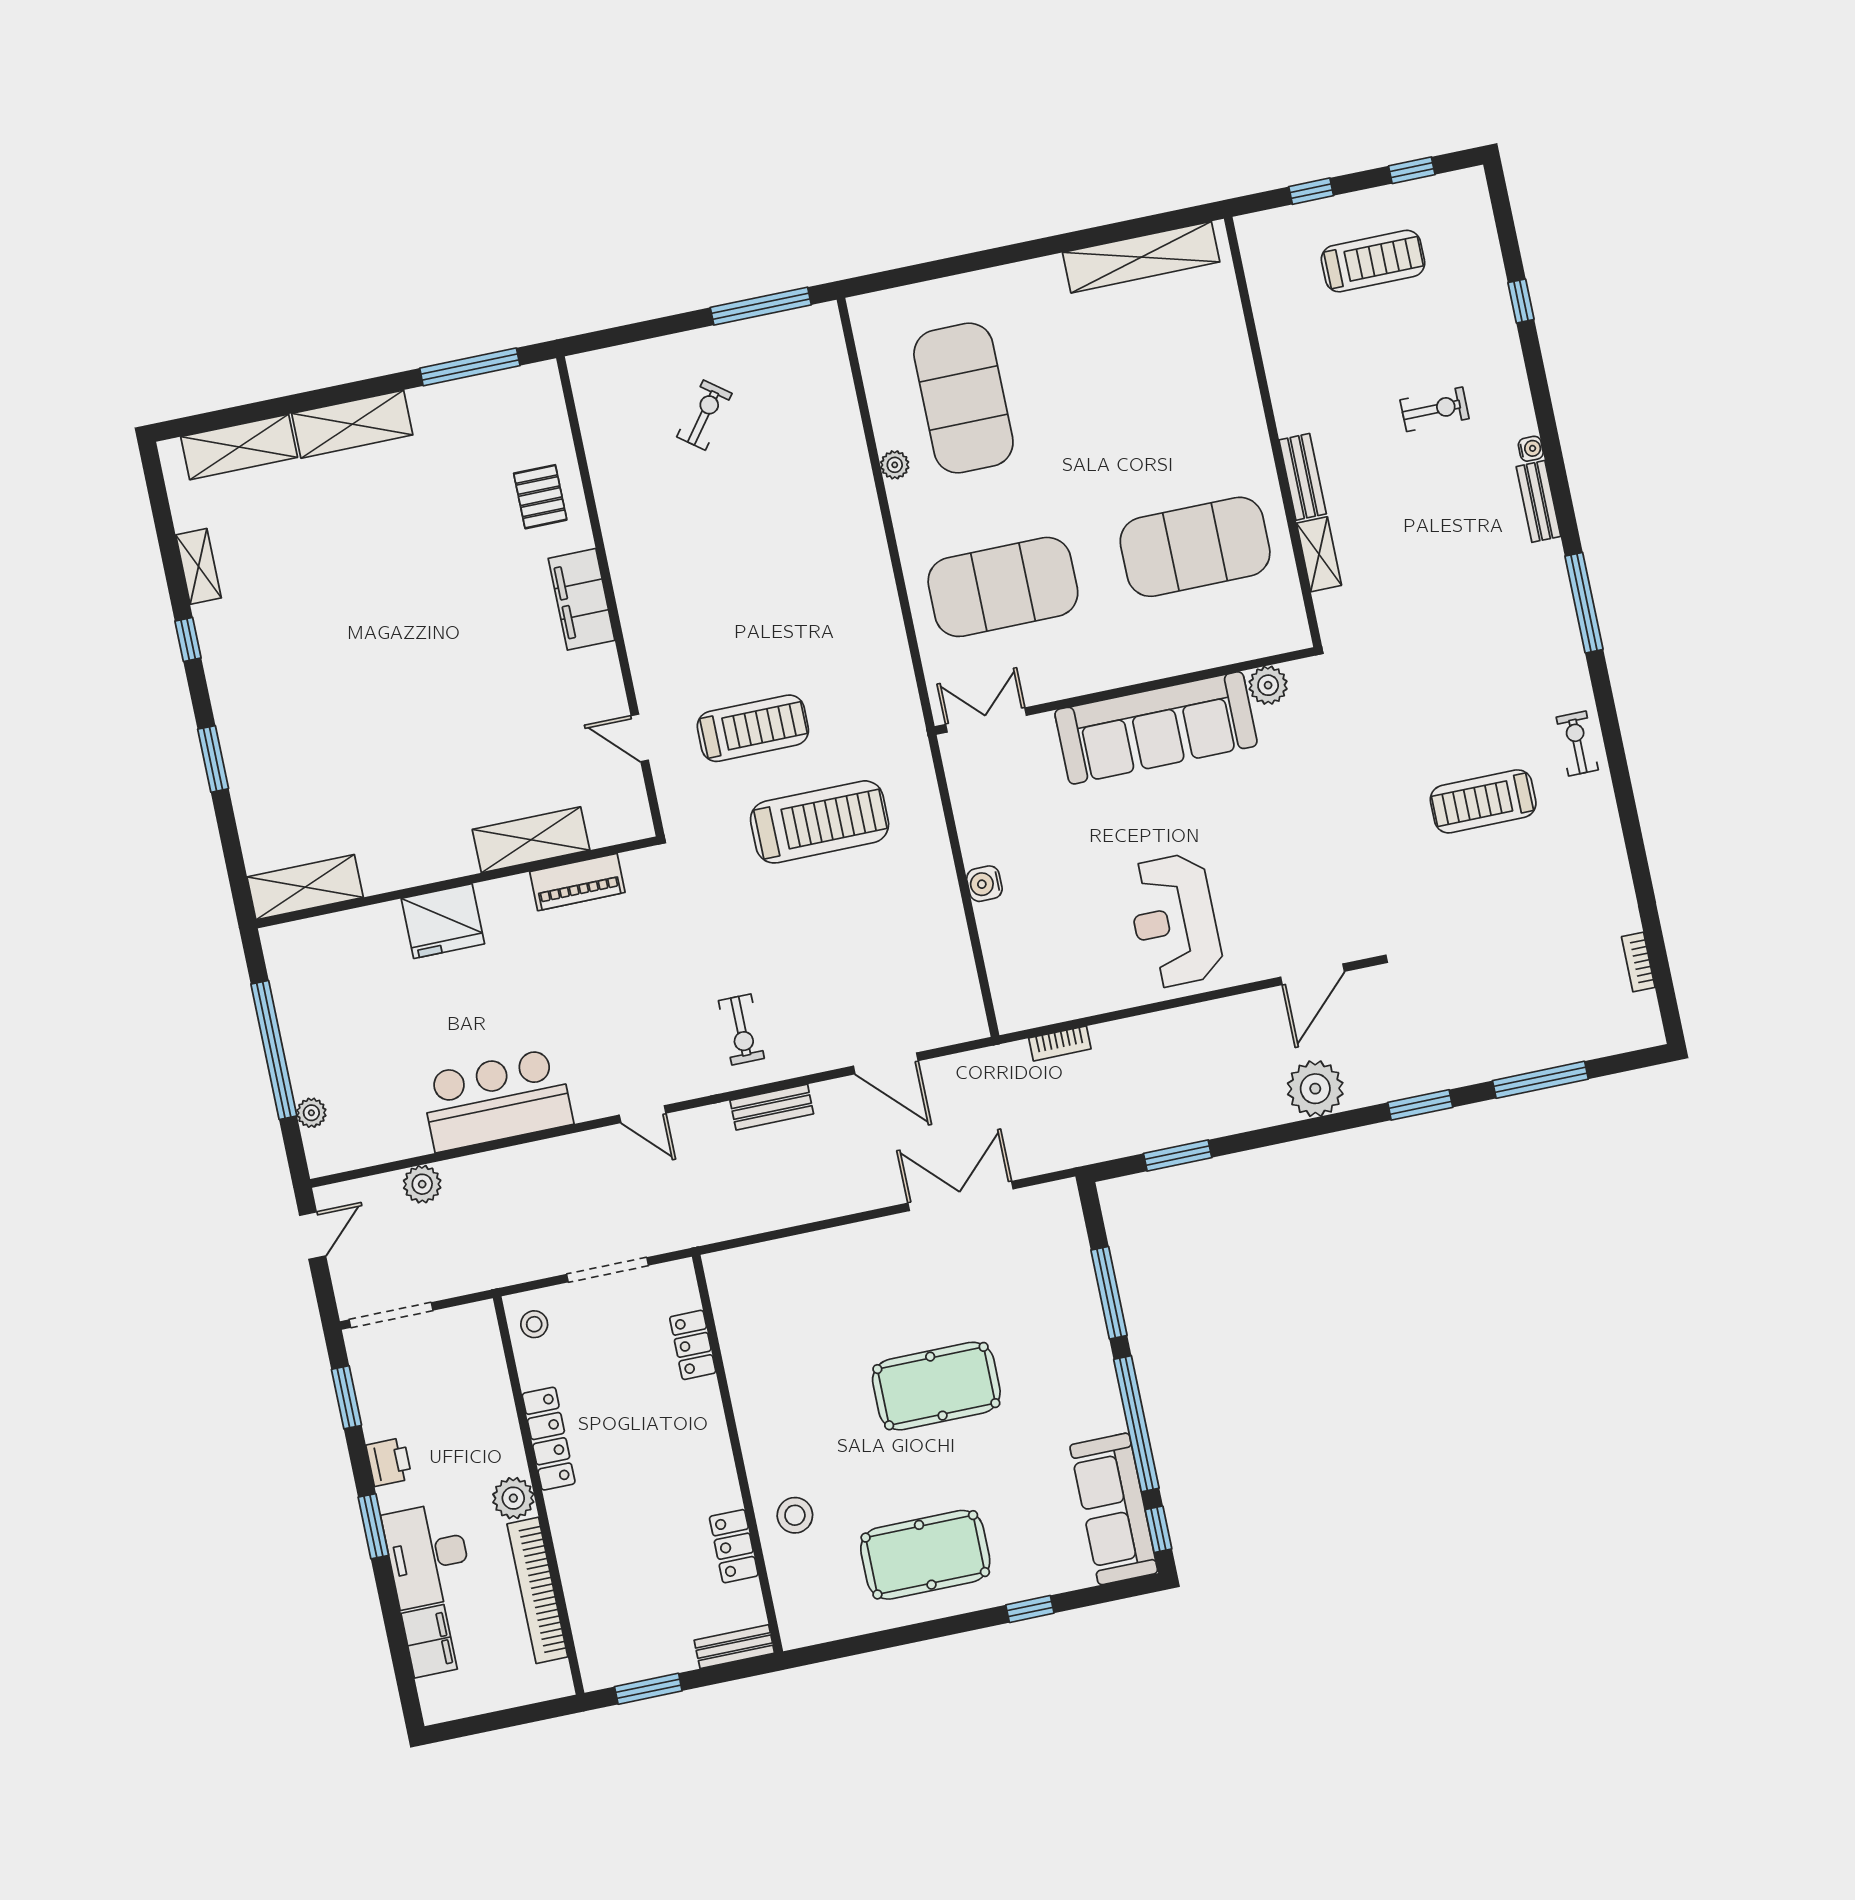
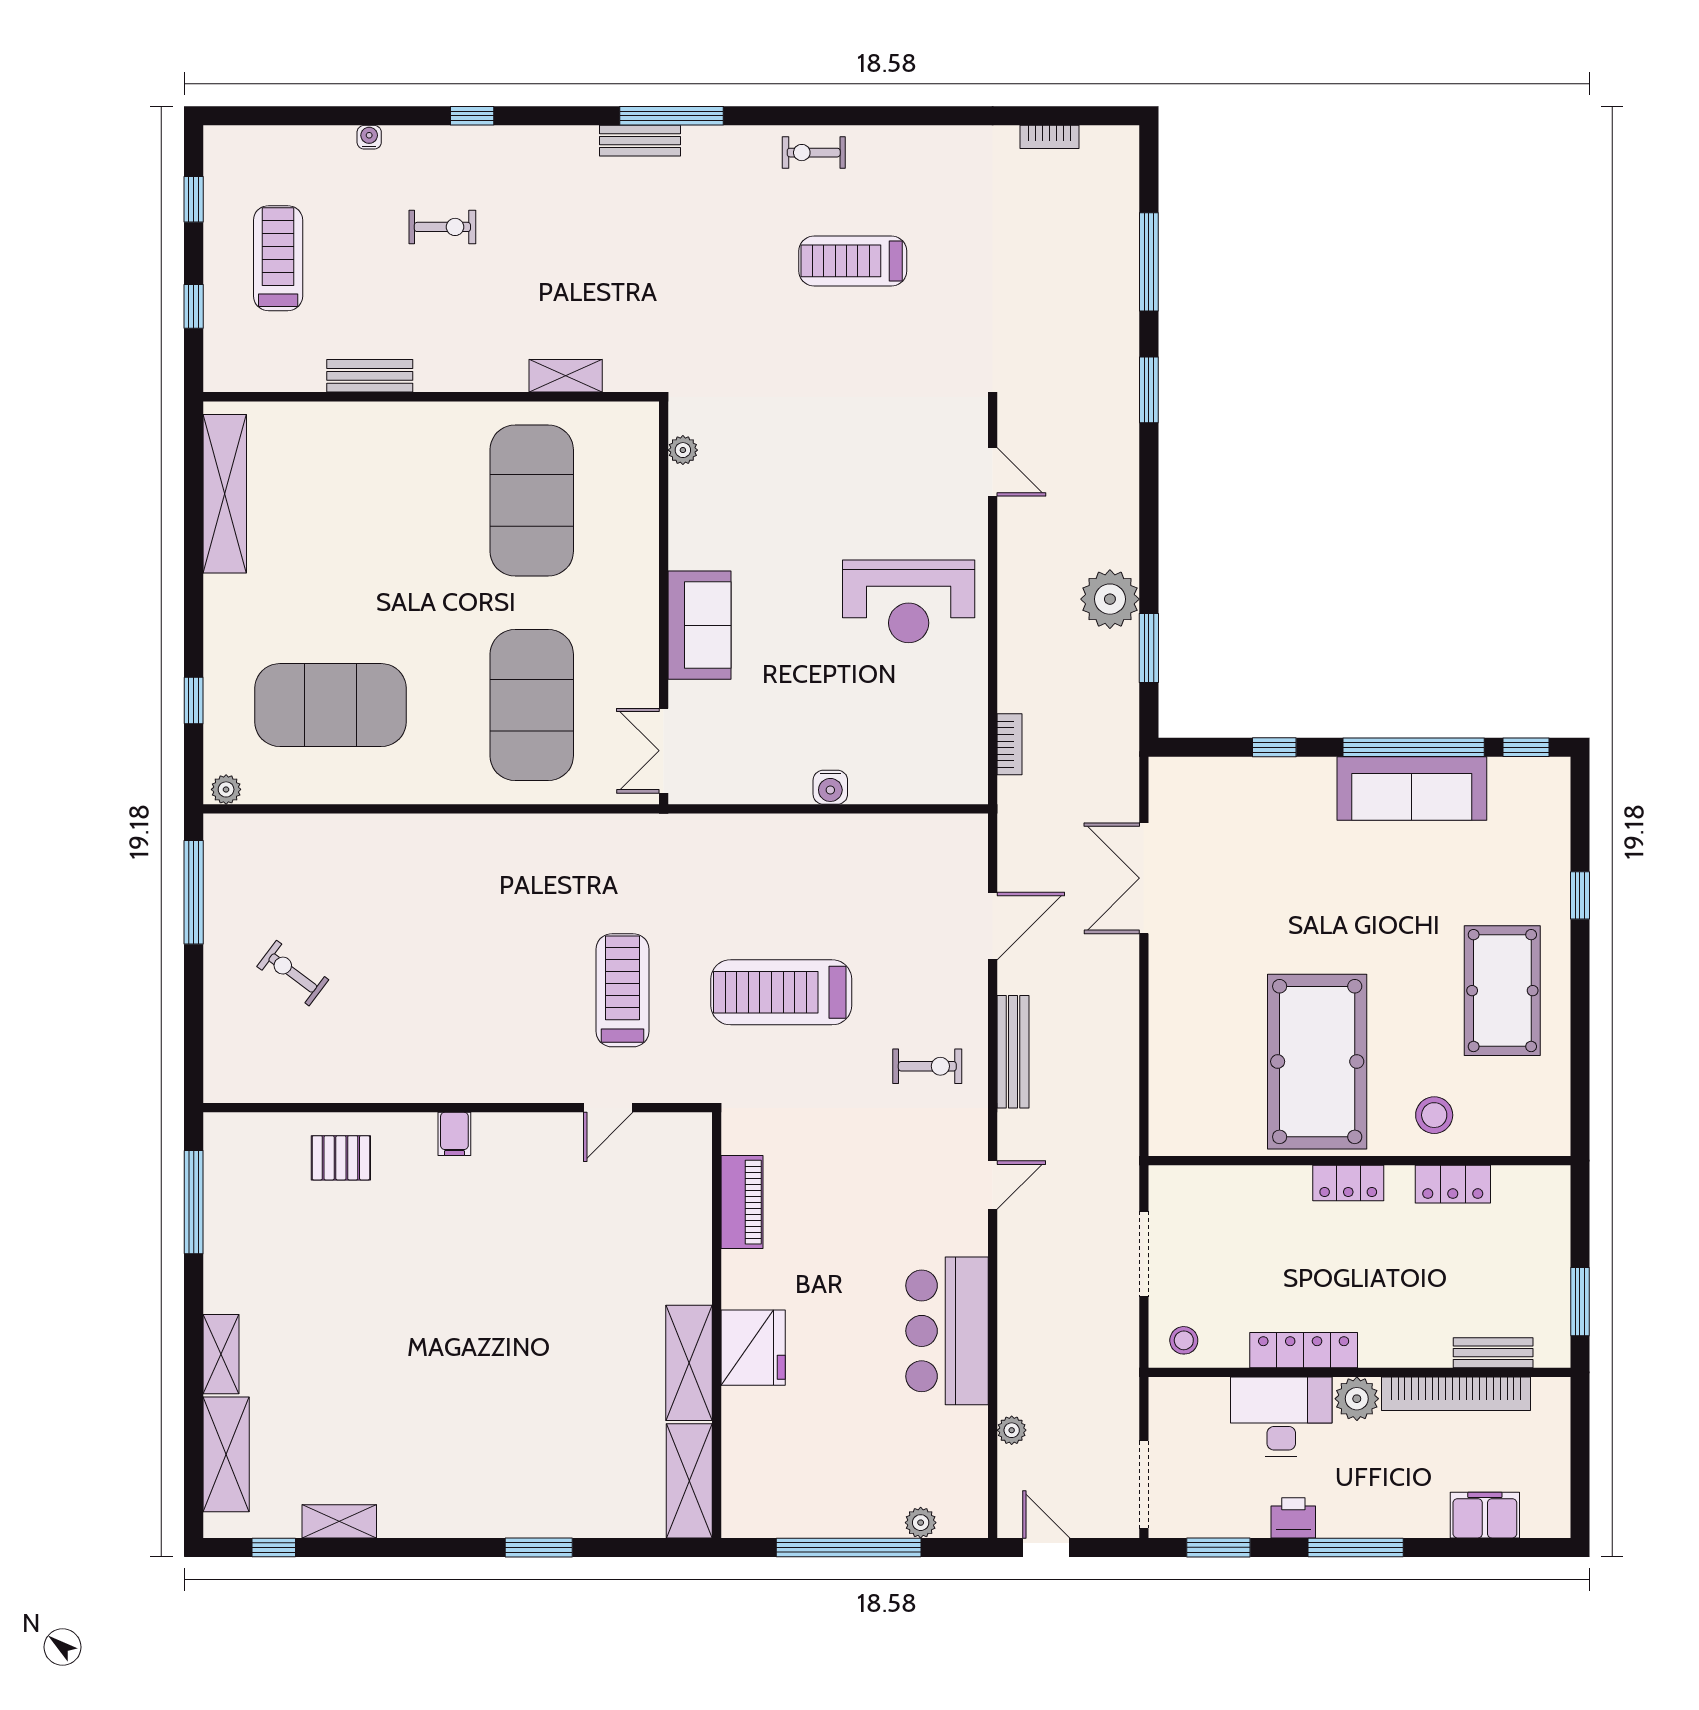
window: (941, 269) -> (194, 700), added
window: (1521, 301) -> (472, 116), moved
exercise bike: (1435, 409) -> (442, 227), turned 90
shelving: (352, 424) -> (221, 1354), width x0.67, depth x0.75
water cooler: (1531, 449) -> (369, 137), moved
plant: (895, 465) -> (226, 789), moved
bench: (1303, 477) -> (370, 376), moved
bench: (1538, 501) -> (640, 141), moved
filing cabinet: (582, 599) -> (454, 1134), width x0.33, depth x0.86
window: (188, 639) -> (274, 1547), moved
plant: (1268, 685) -> (683, 450), width x0.73, depth x0.73
sofa: (1156, 728) -> (700, 625), width x0.54, depth x0.79
treadmill: (1483, 801) -> (853, 261), turned 90
treadmill: (820, 822) -> (781, 992), moved, turned -90
shelving: (531, 840) -> (689, 1363), moved
door: (1313, 974) -> (993, 472), width x0.73
plant: (1315, 1089) -> (1110, 599), moved
bench: (772, 1107) -> (1013, 1052), width x1.36
plant: (422, 1184) -> (1012, 1430), width x0.73, depth x0.73
window: (1109, 1293) -> (1274, 747), width x0.46
locker: (693, 1345) -> (1348, 1183), moved
pool table: (936, 1386) -> (1317, 1062), moved, width x1.36, depth x1.32
sofa: (1114, 1509) -> (1412, 789), moved
window: (373, 1526) -> (1356, 1547), width x1.44
desk: (428, 1555) -> (1281, 1417), moved, turned 180
bench: (734, 1647) -> (1493, 1353), moved, turned 90

